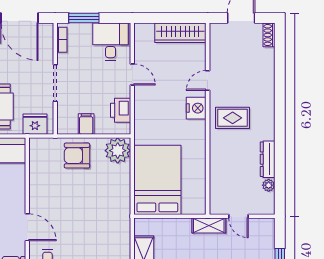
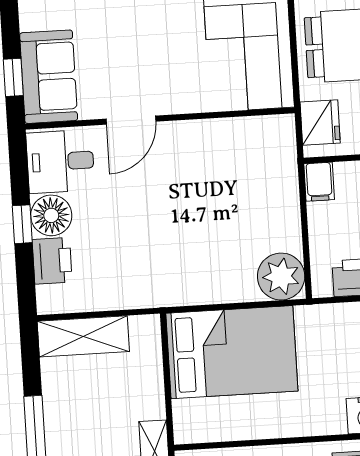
filing cabinet: (86, 124) -> (319, 182), moved, turned 90
armchair: (77, 156) -> (267, 203), removed

